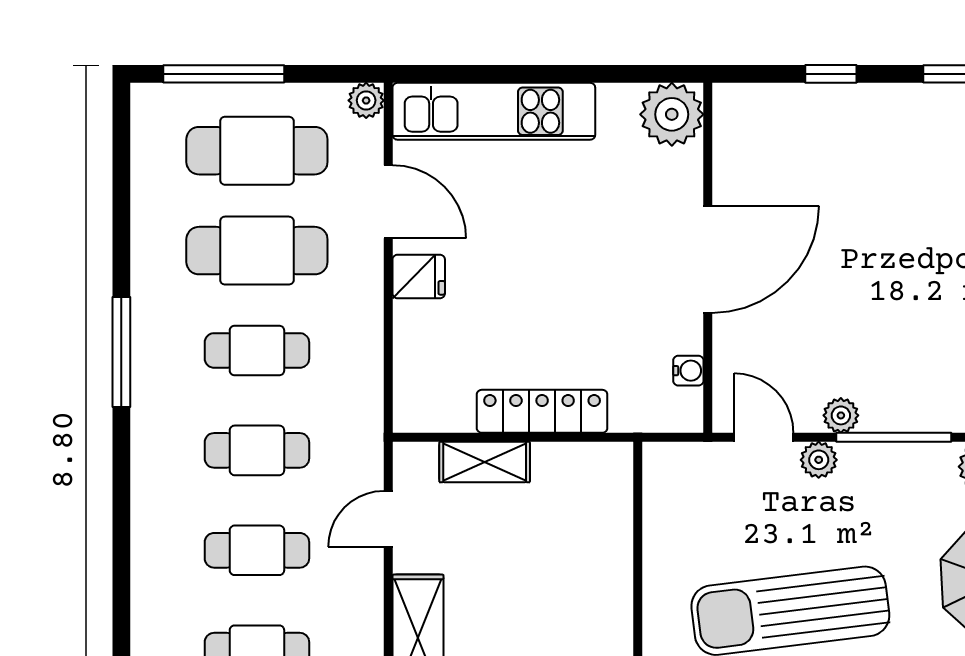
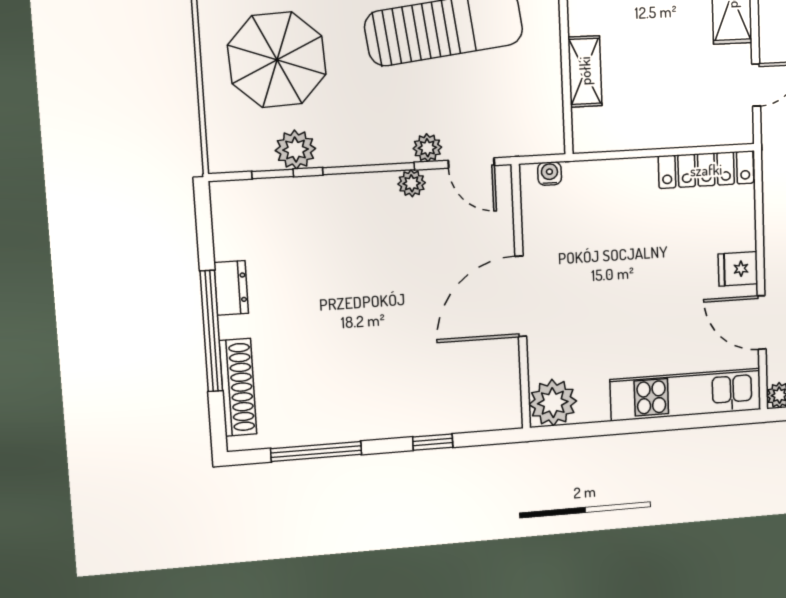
water cooler: (688, 371) -> (550, 174), moved, turned 90
locker: (542, 411) -> (706, 170), moved
shelving: (485, 462) -> (585, 71), moved, turned 90

